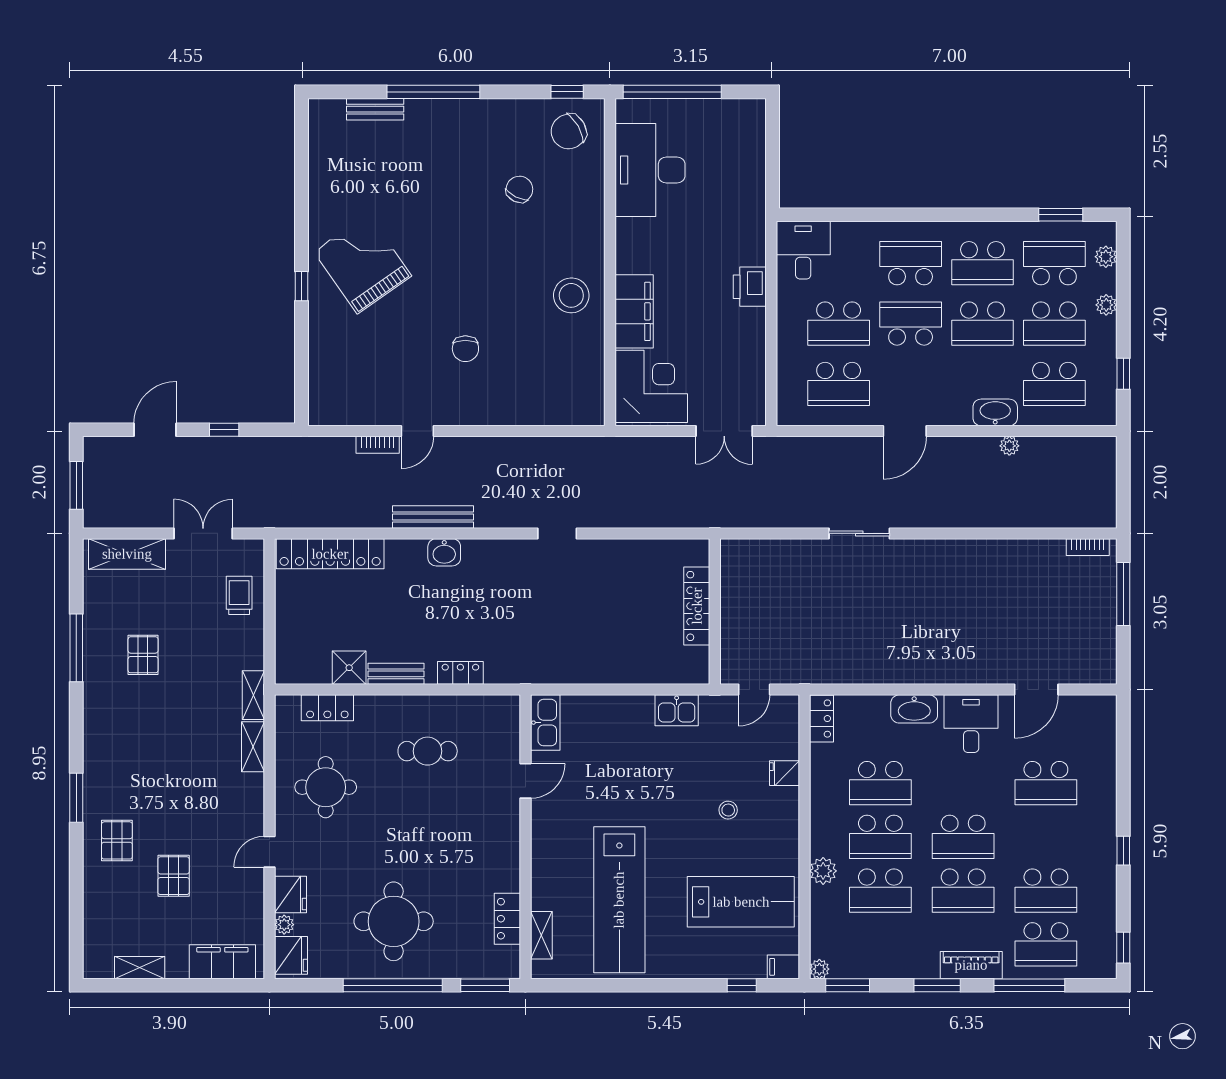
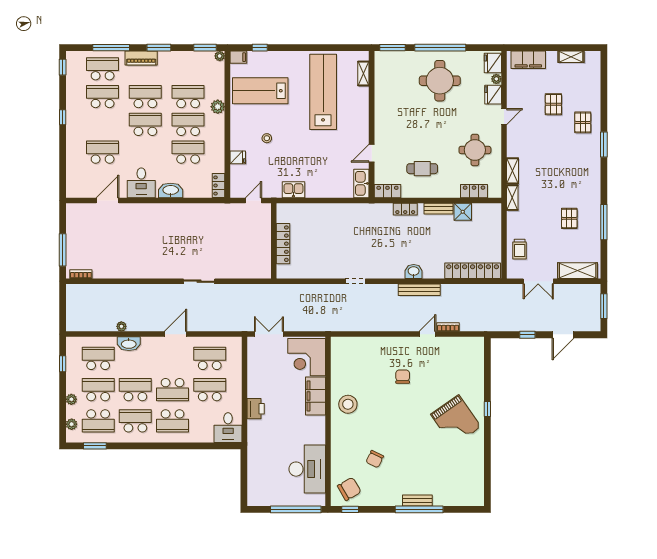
bench: (375, 109) -> (417, 500), moved
locker: (507, 919) -> (387, 191), moved, turned -90

